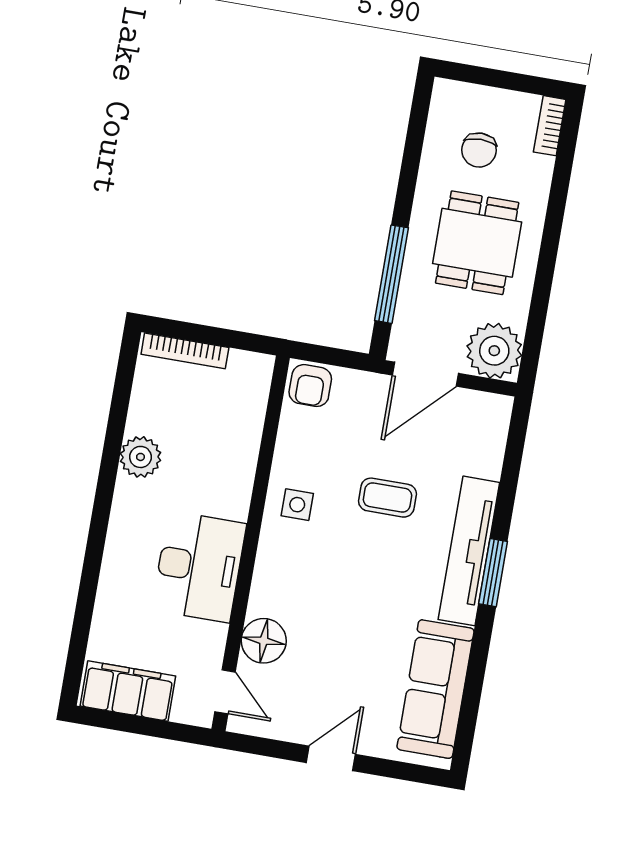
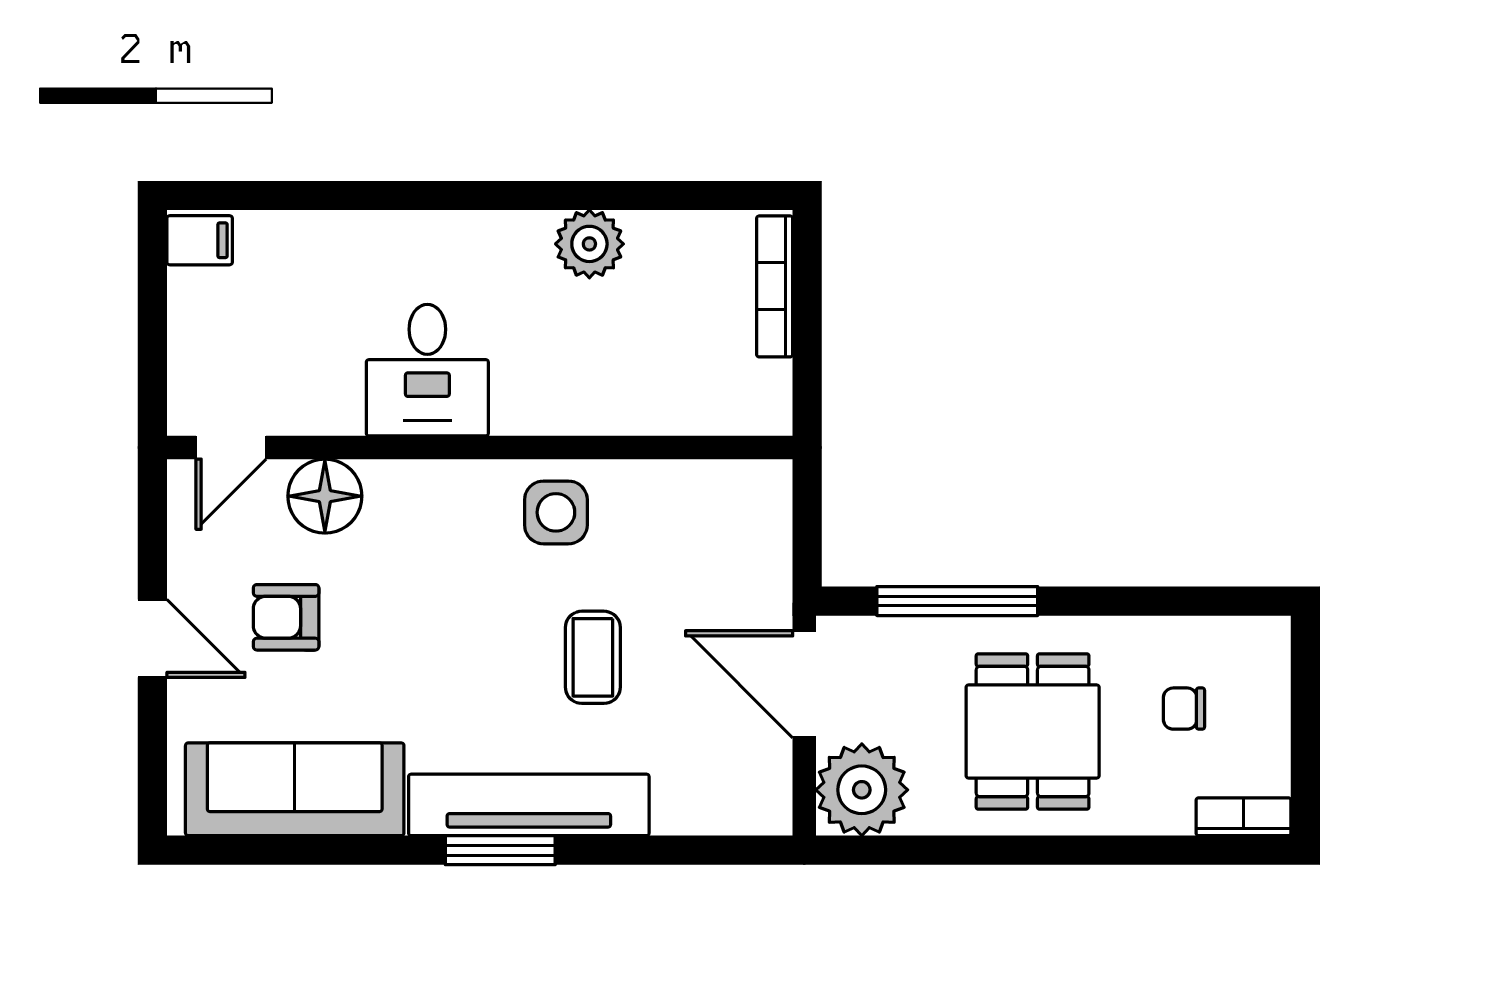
chair: (479, 150) -> (1184, 709), width x0.73, depth x0.73
dining table: (477, 243) -> (1033, 731), turned 90
armchair: (310, 386) -> (286, 617), moved
side table: (297, 505) -> (556, 512), width x1.37, depth x1.37
desk: (199, 567) -> (427, 370), width x0.73
filing cabinet: (128, 691) -> (200, 240), width x0.33, depth x0.86

